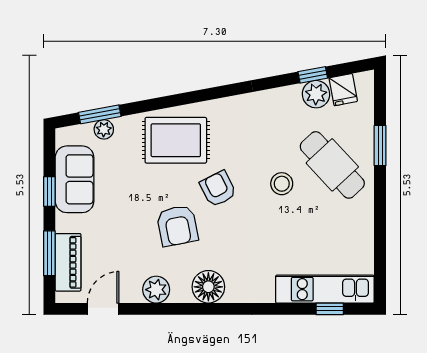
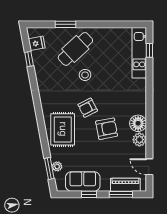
plant: (316, 94) -> (39, 57), removed
floor lamp: (208, 287) -> (138, 123), moved

